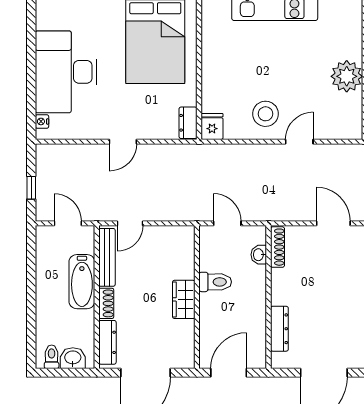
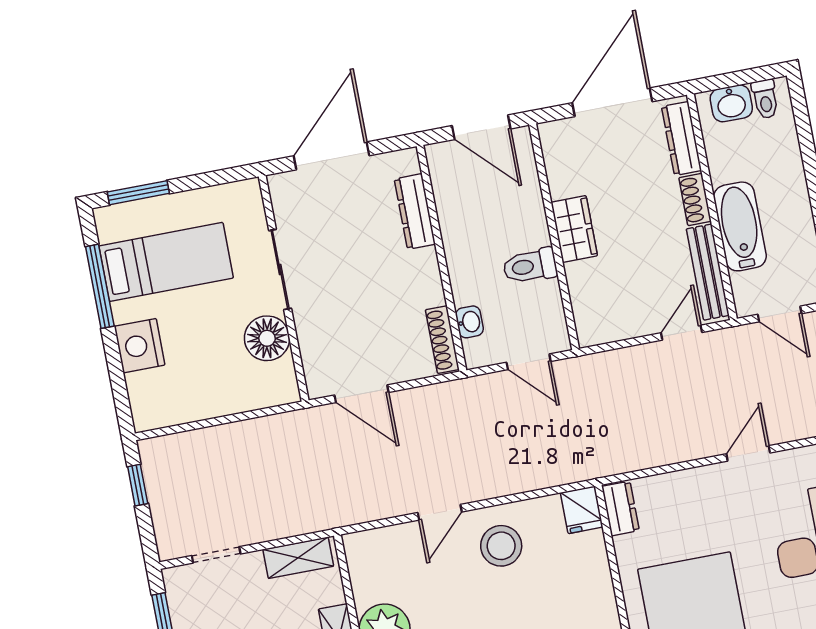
door: (123, 142) -> (748, 453), moved
door: (229, 373) -> (481, 127), hinge flipped

